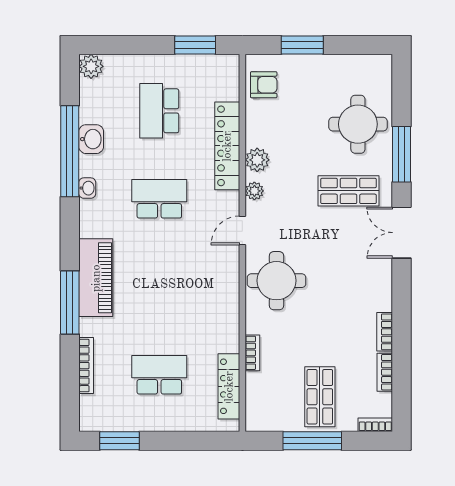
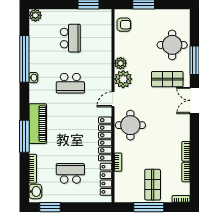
school desk: (159, 111) -> (70, 38), turned 180
washbasin: (91, 139) -> (35, 191), moved
locker: (227, 146) -> (105, 139), moved
plant: (254, 191) -> (123, 79), width x1.88, depth x1.88
school desk: (159, 199) -> (70, 83), turned 180

